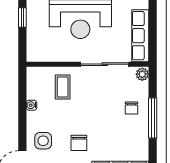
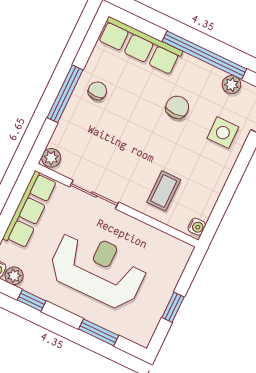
sliding door: (105, 64) -> (94, 195), width x0.73
water cooler: (32, 105) -> (197, 227), moved
chair: (131, 108) -> (97, 91), moved

